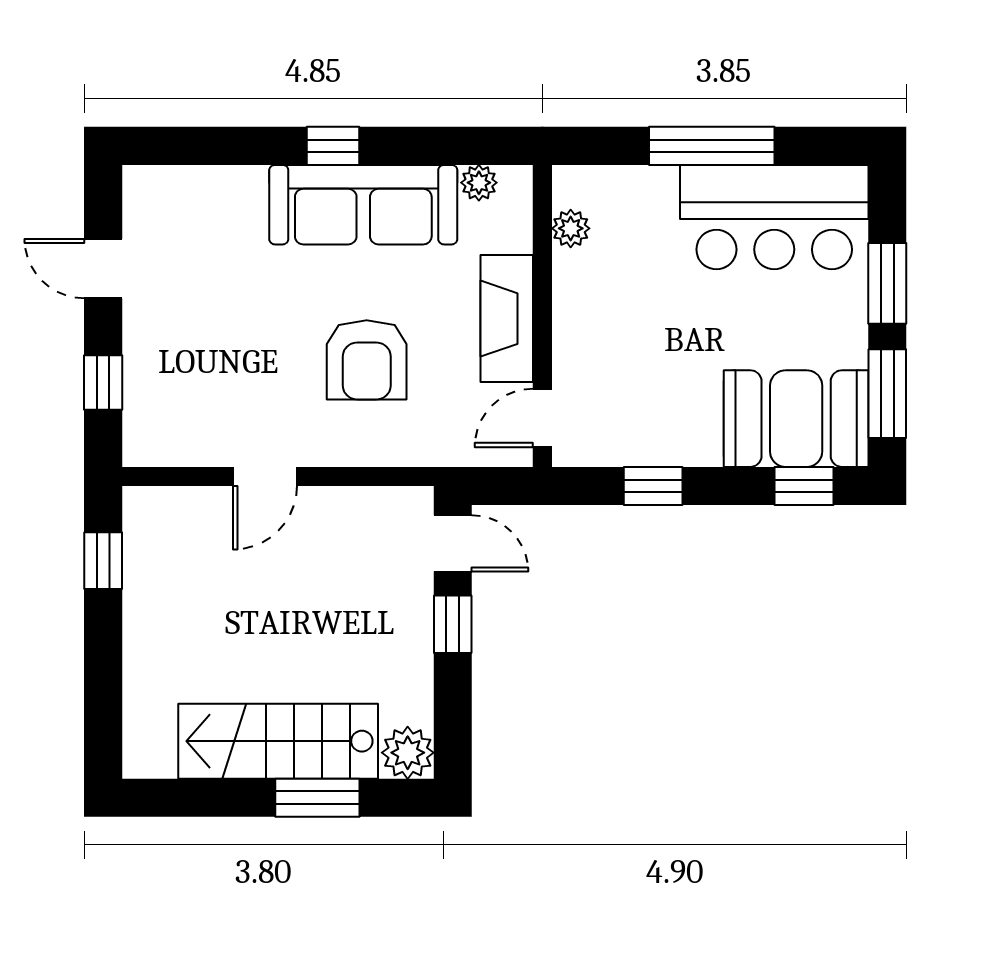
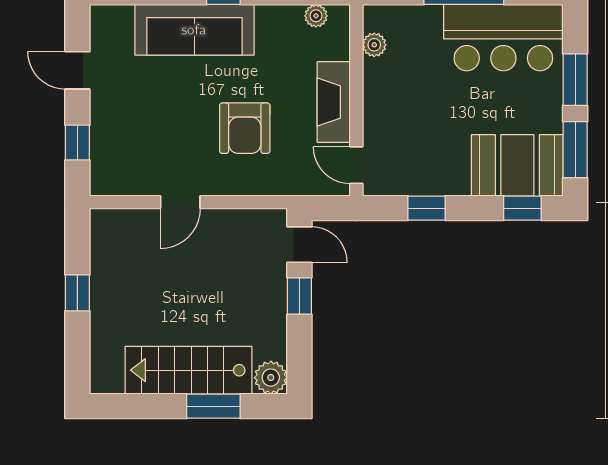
sofa: (363, 205) -> (194, 30), moved
door: (542, 418) -> (356, 165), hinge flipped
window: (103, 561) -> (77, 293), moved

